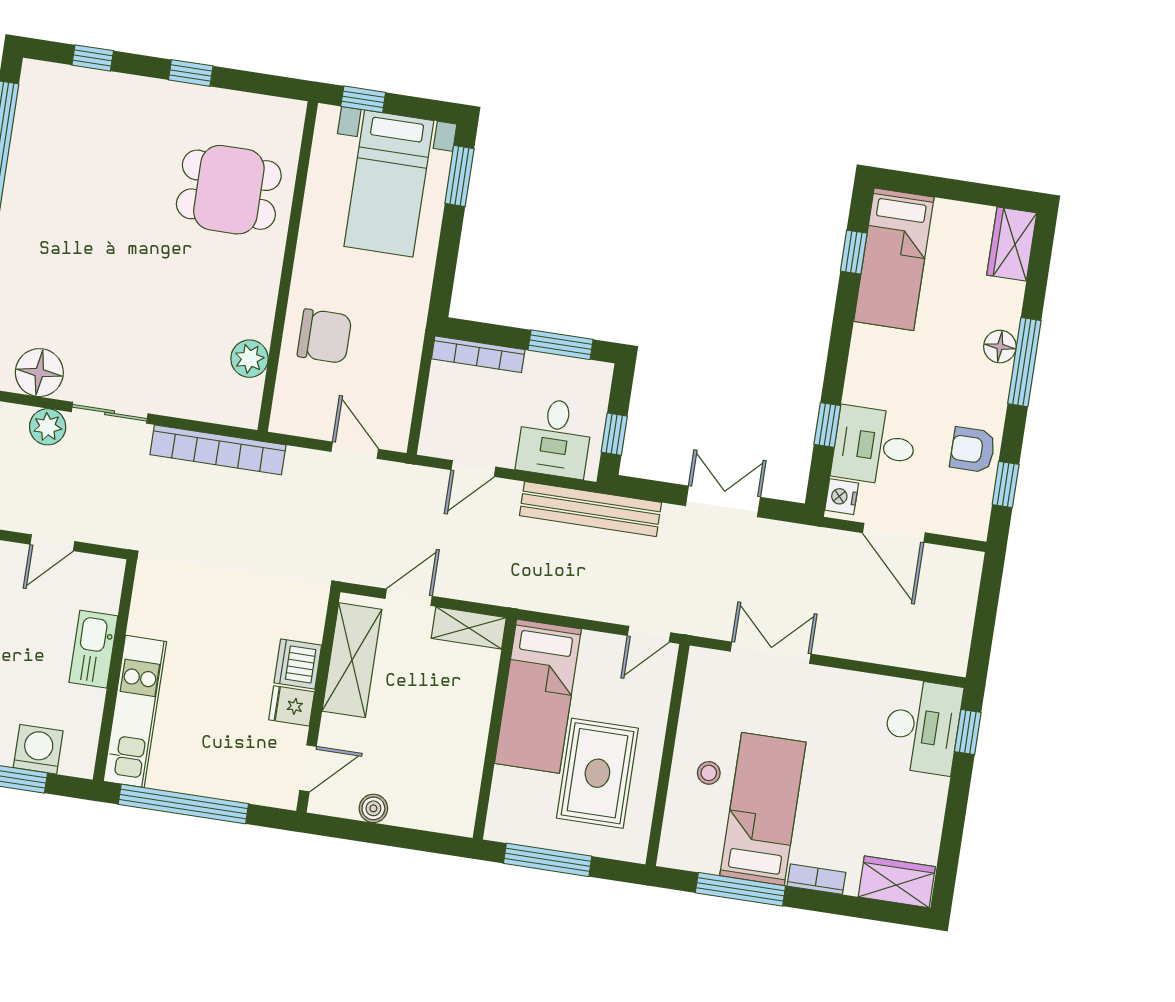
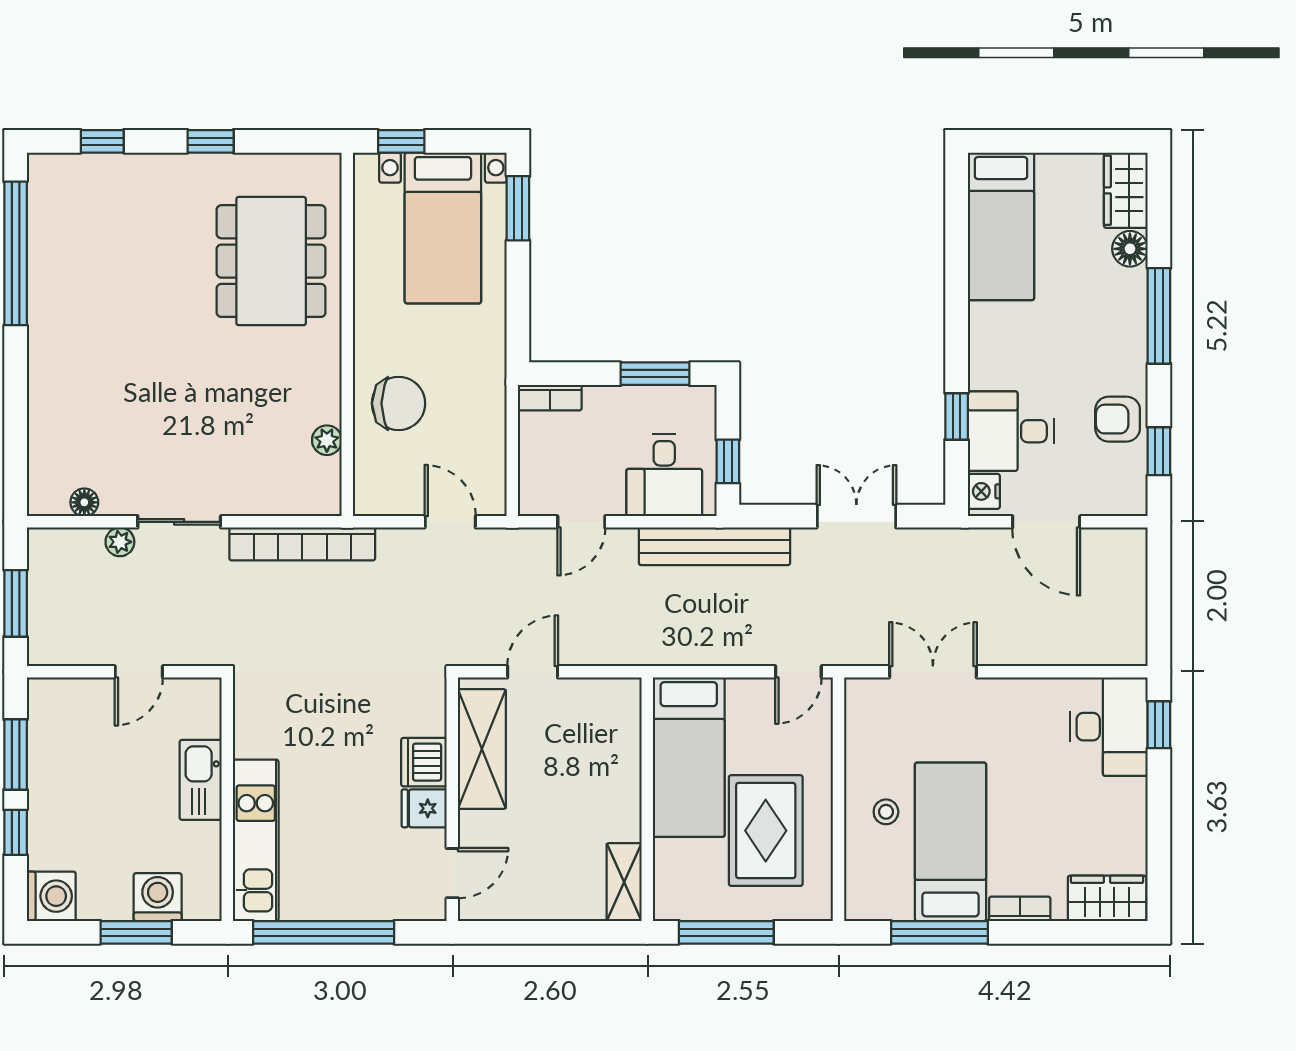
dining table: (229, 190) -> (271, 261), width x1.38
window: (854, 252) -> (957, 225), removed
floor lamp: (1000, 347) -> (1130, 249), moved
bookcase: (478, 354) -> (550, 398), width x0.64
plant: (249, 359) -> (327, 440), width x0.73, depth x0.73
floor lamp: (39, 373) -> (84, 502), width x0.53, depth x0.53
plant: (48, 427) -> (120, 542), width x0.73, depth x0.73
shelving: (469, 628) -> (624, 882), moved, turned 90
boiler: (373, 808) -> (530, 906), removed

